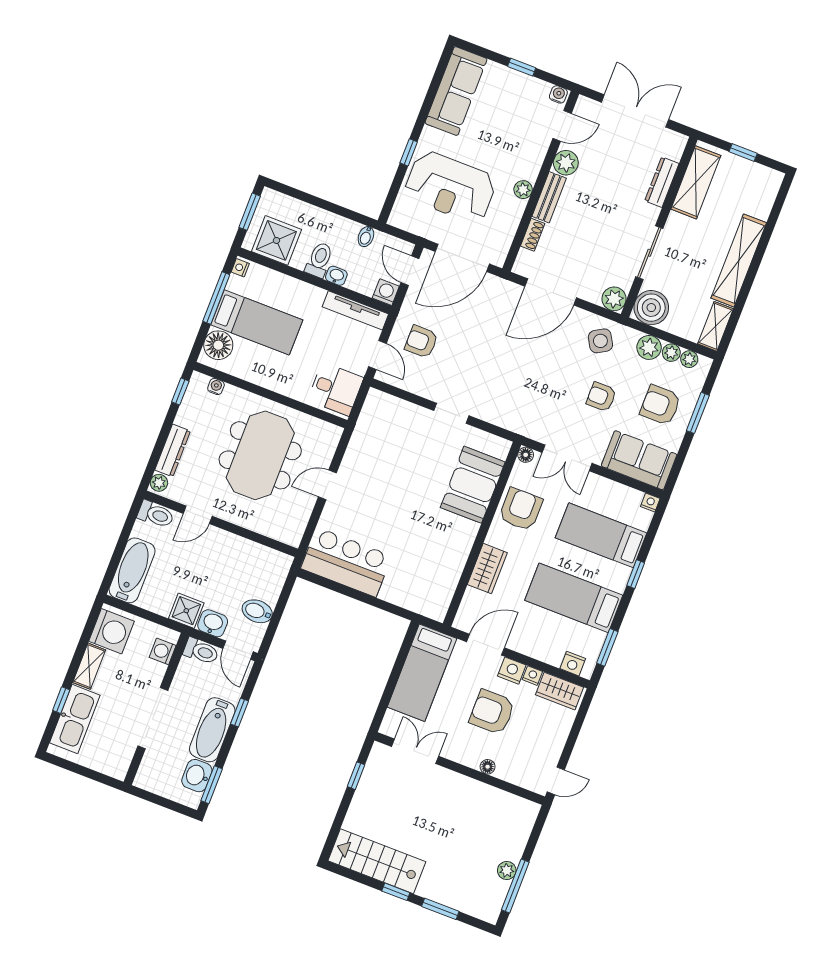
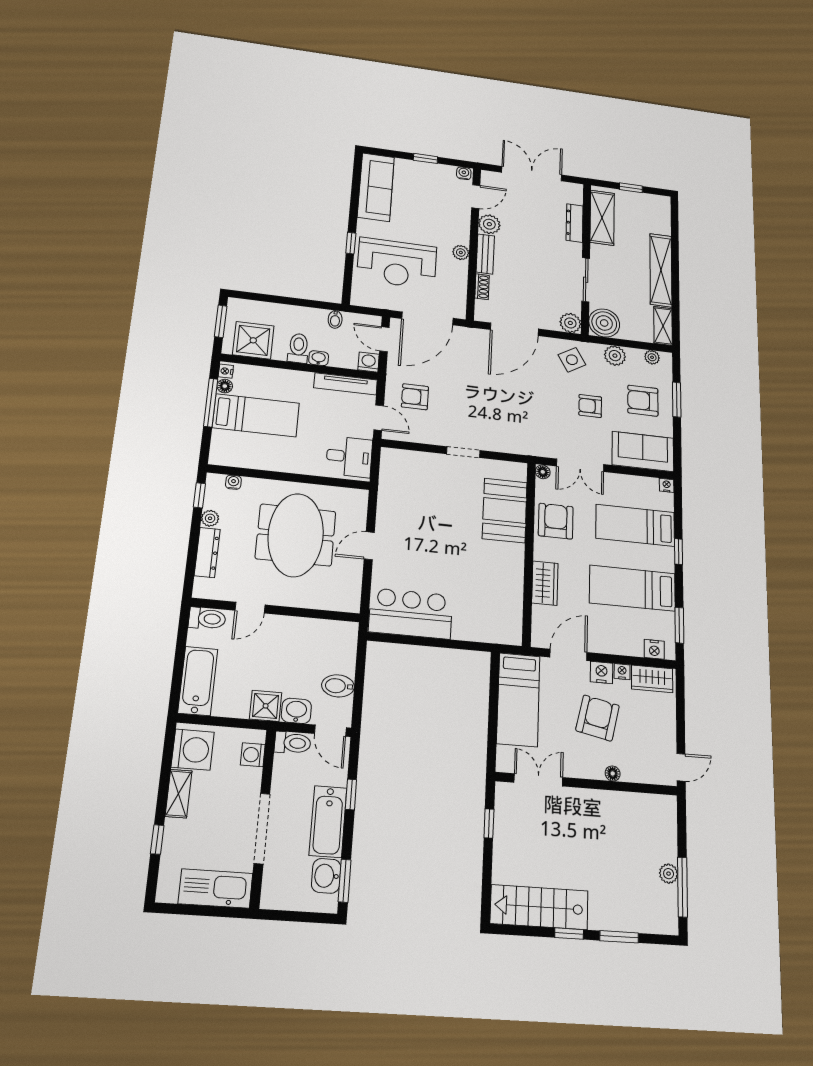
floor lamp: (218, 345) -> (225, 386), moved, width x0.53, depth x0.53
plant: (671, 353) -> (635, 355), removed
plant: (159, 483) -> (210, 518), moved
armchair: (492, 712) -> (598, 718), turned 102
kitchen sink: (75, 719) -> (216, 888), moved, turned -90

